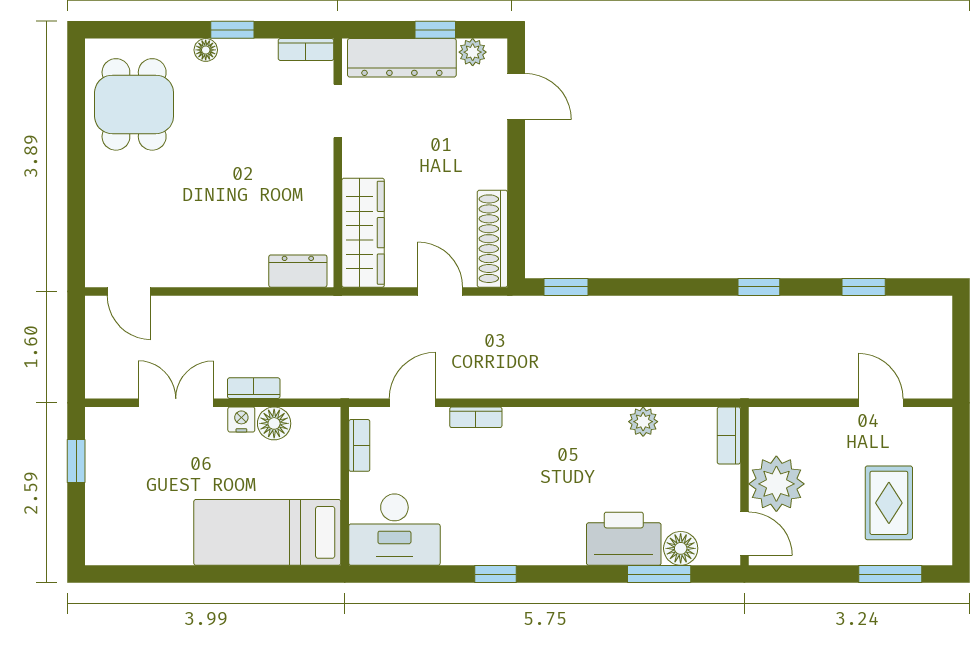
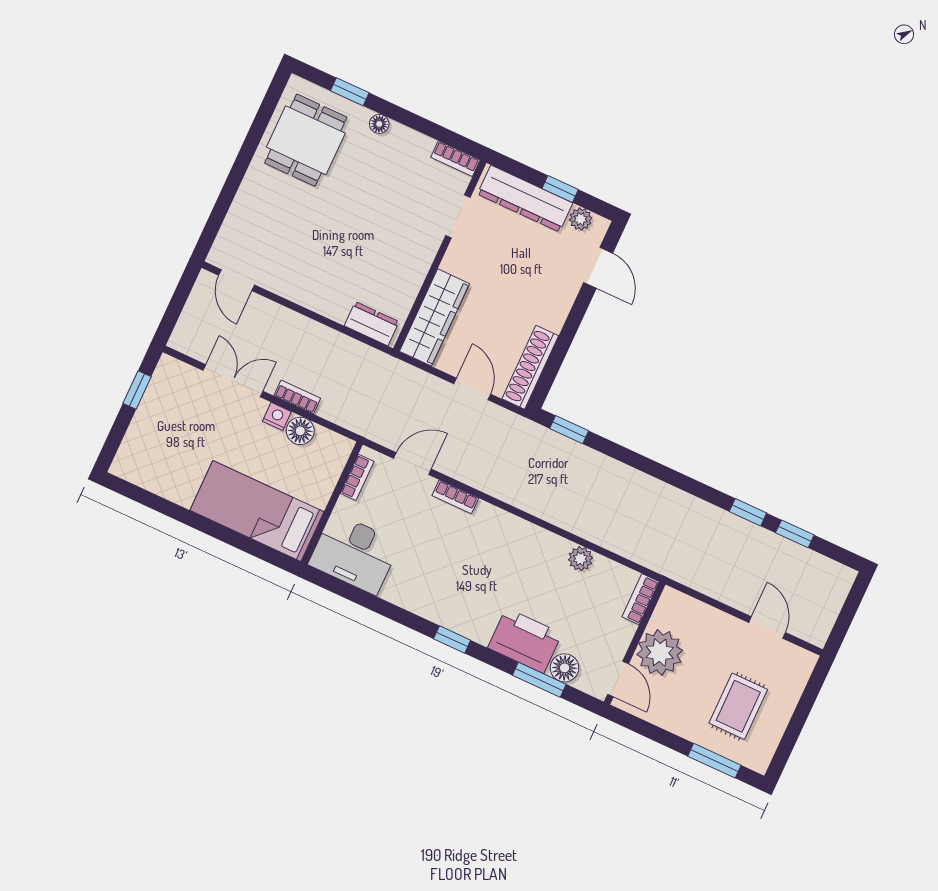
window: (232, 30) -> (350, 92), moved
window: (759, 287) -> (748, 512), moved
window: (495, 574) -> (452, 639), moved

